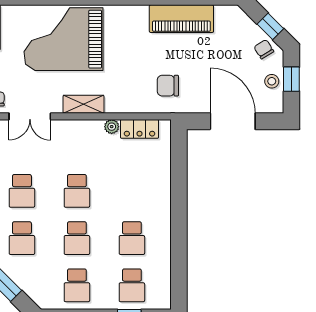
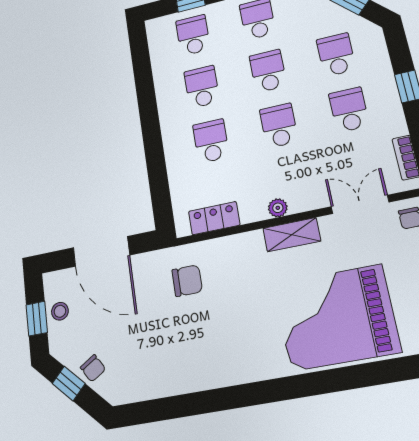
piano: (181, 19) -> (183, 374), removed
grand piano: (64, 39) -> (336, 317), turned 180
chair: (264, 49) -> (93, 368), moved
plant: (112, 127) -> (278, 208), moved
school desk: (132, 191) -> (211, 141), added

